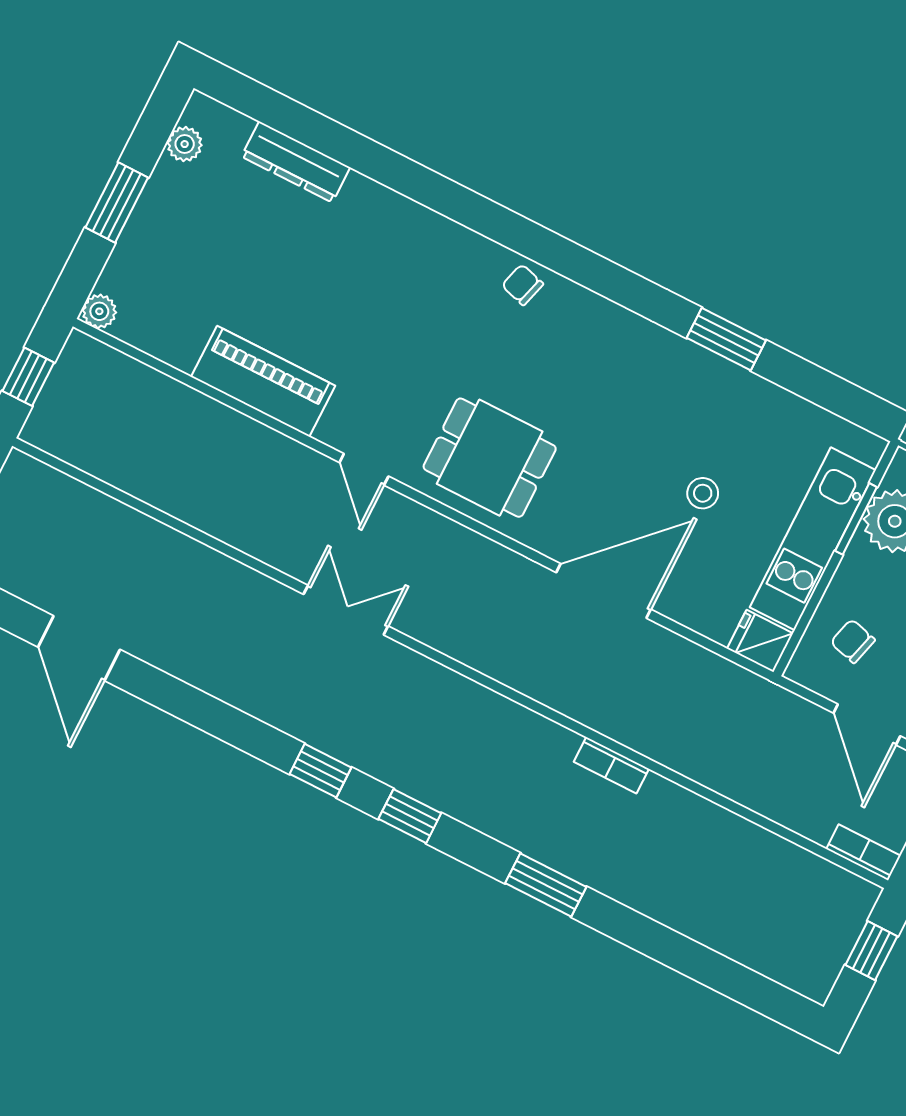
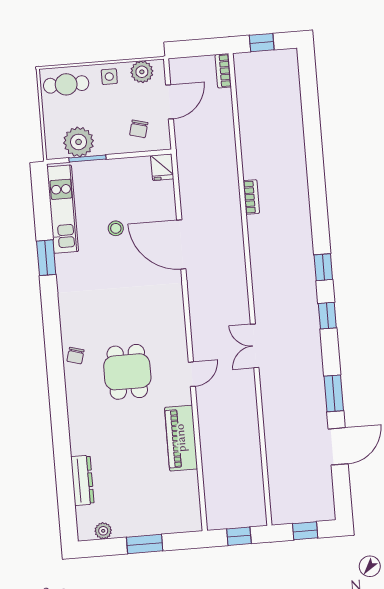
plant: (99, 311) -> (194, 524), removed
dining table: (490, 458) -> (127, 372), moved
kitchen unit: (813, 539) -> (63, 209), moved, turned -90
window: (546, 885) -> (334, 393), moved

